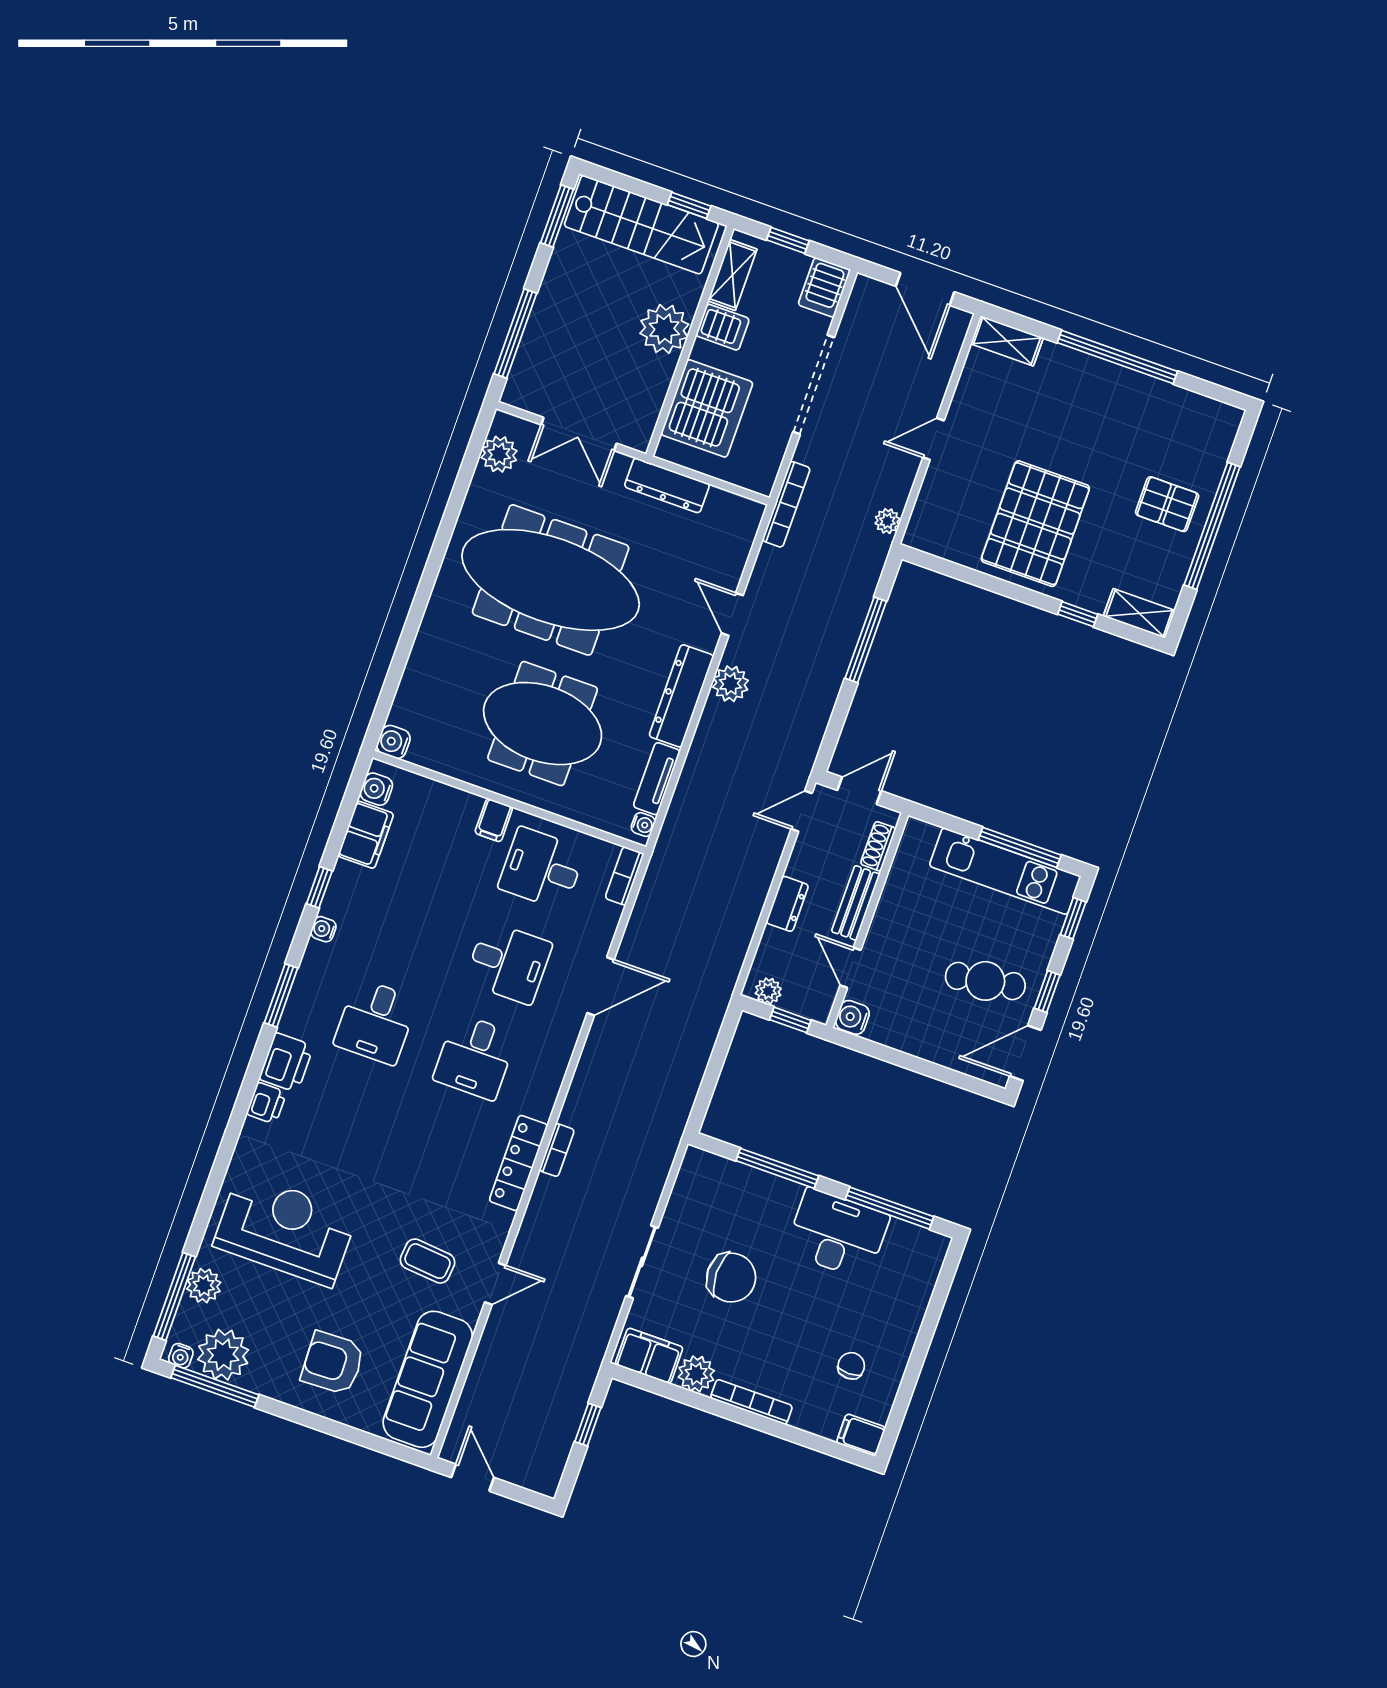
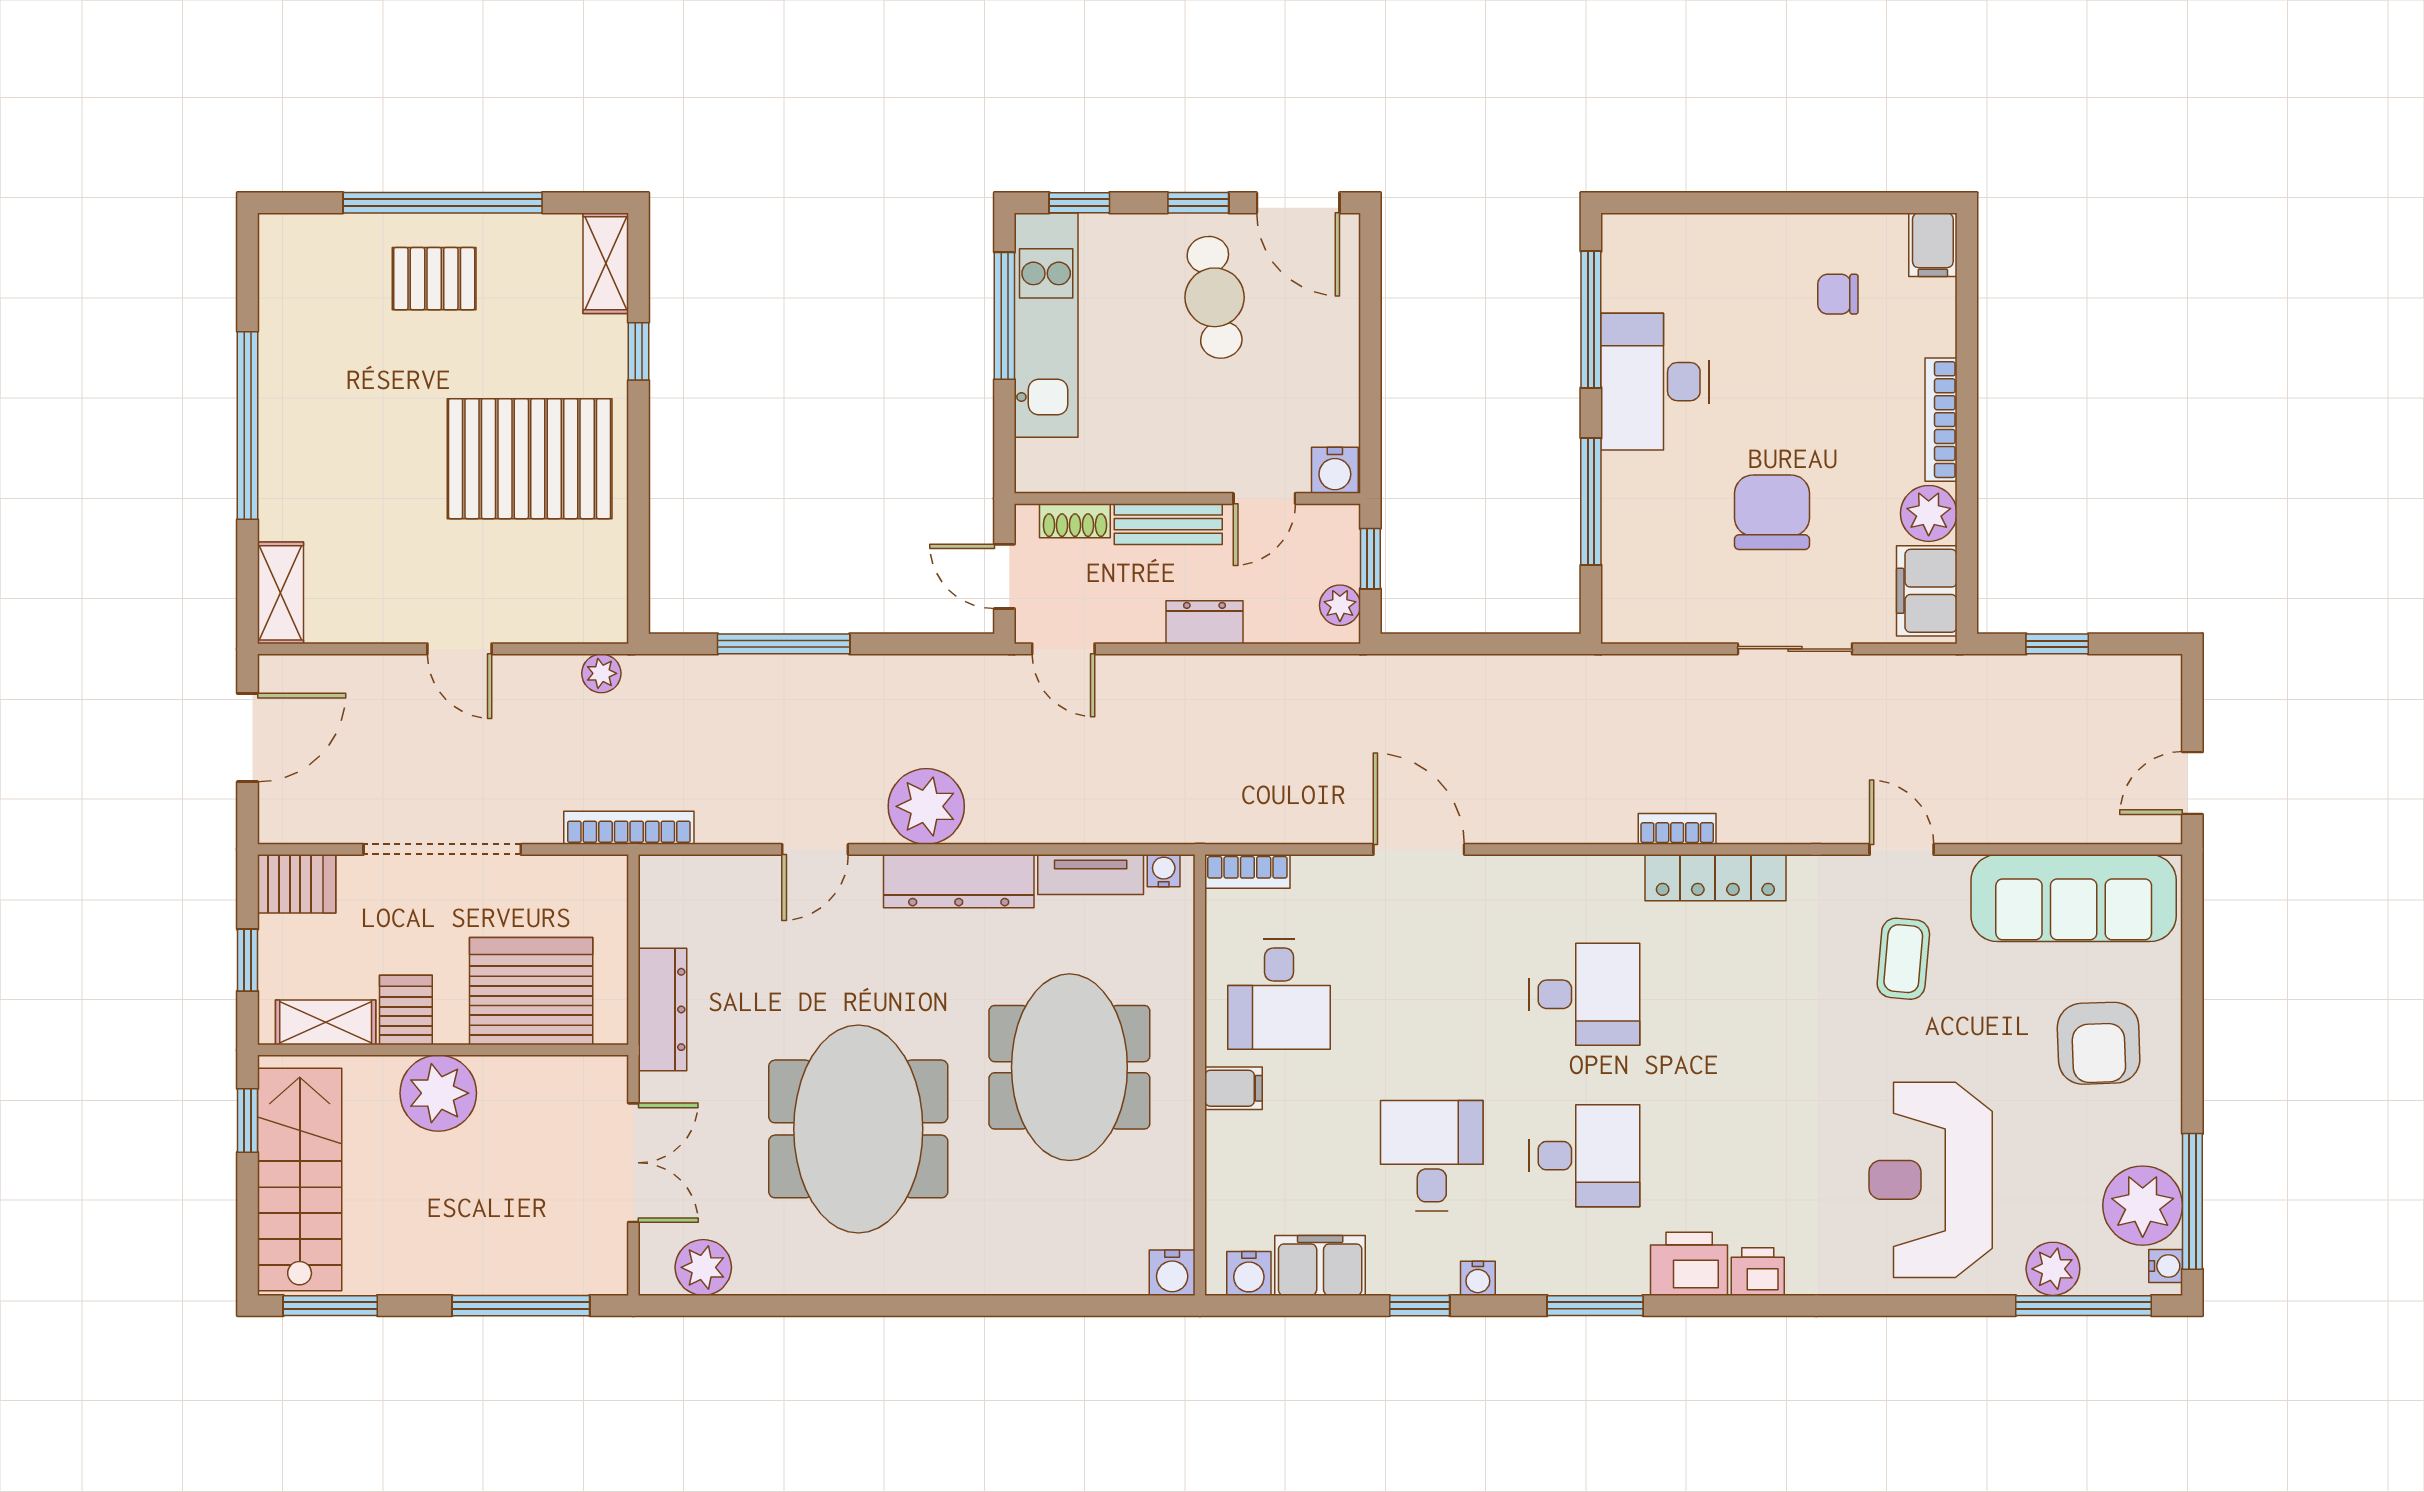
pallet: (1167, 504) -> (434, 279), turned 90
meeting table: (551, 580) -> (858, 1129), width x0.73
plant: (731, 684) -> (926, 806), width x1.36, depth x1.36
desk: (508, 963) -> (1432, 1156), moved

